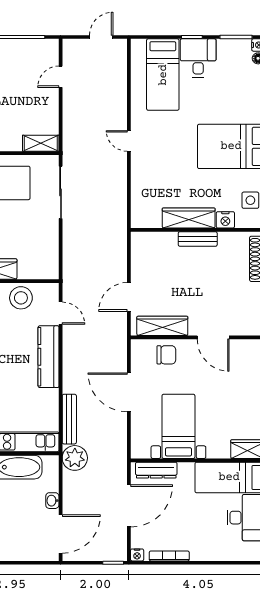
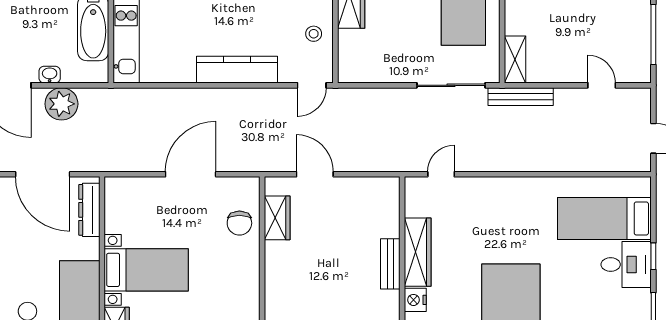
door: (129, 141) -> (441, 174), moved
stool: (21, 298) -> (314, 34), width x0.53, depth x0.53
door: (61, 313) -> (312, 85), moved
wardrobe: (162, 326) -> (277, 218), width x0.67
door: (213, 337) -> (262, 284), removed
bench: (69, 419) -> (521, 97), moved
bed with nightstands: (178, 426) -> (146, 270), moved
plant: (75, 458) -> (61, 104), moved

